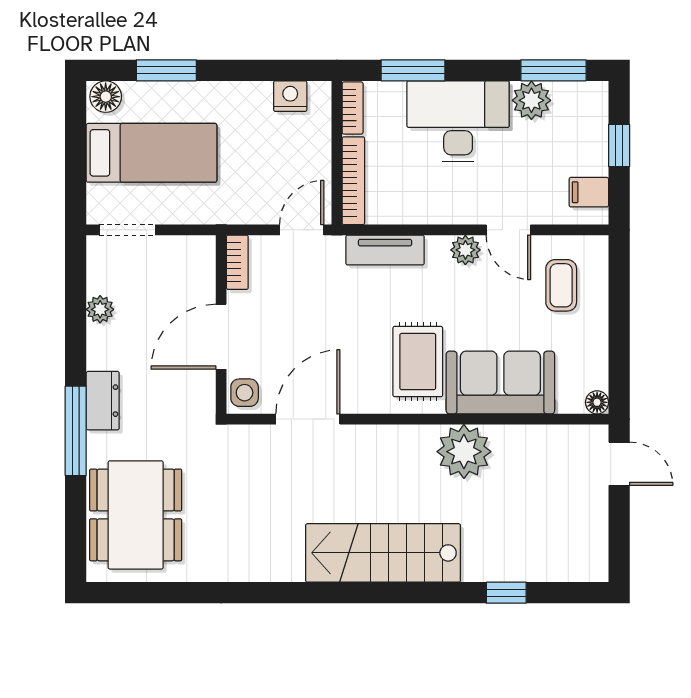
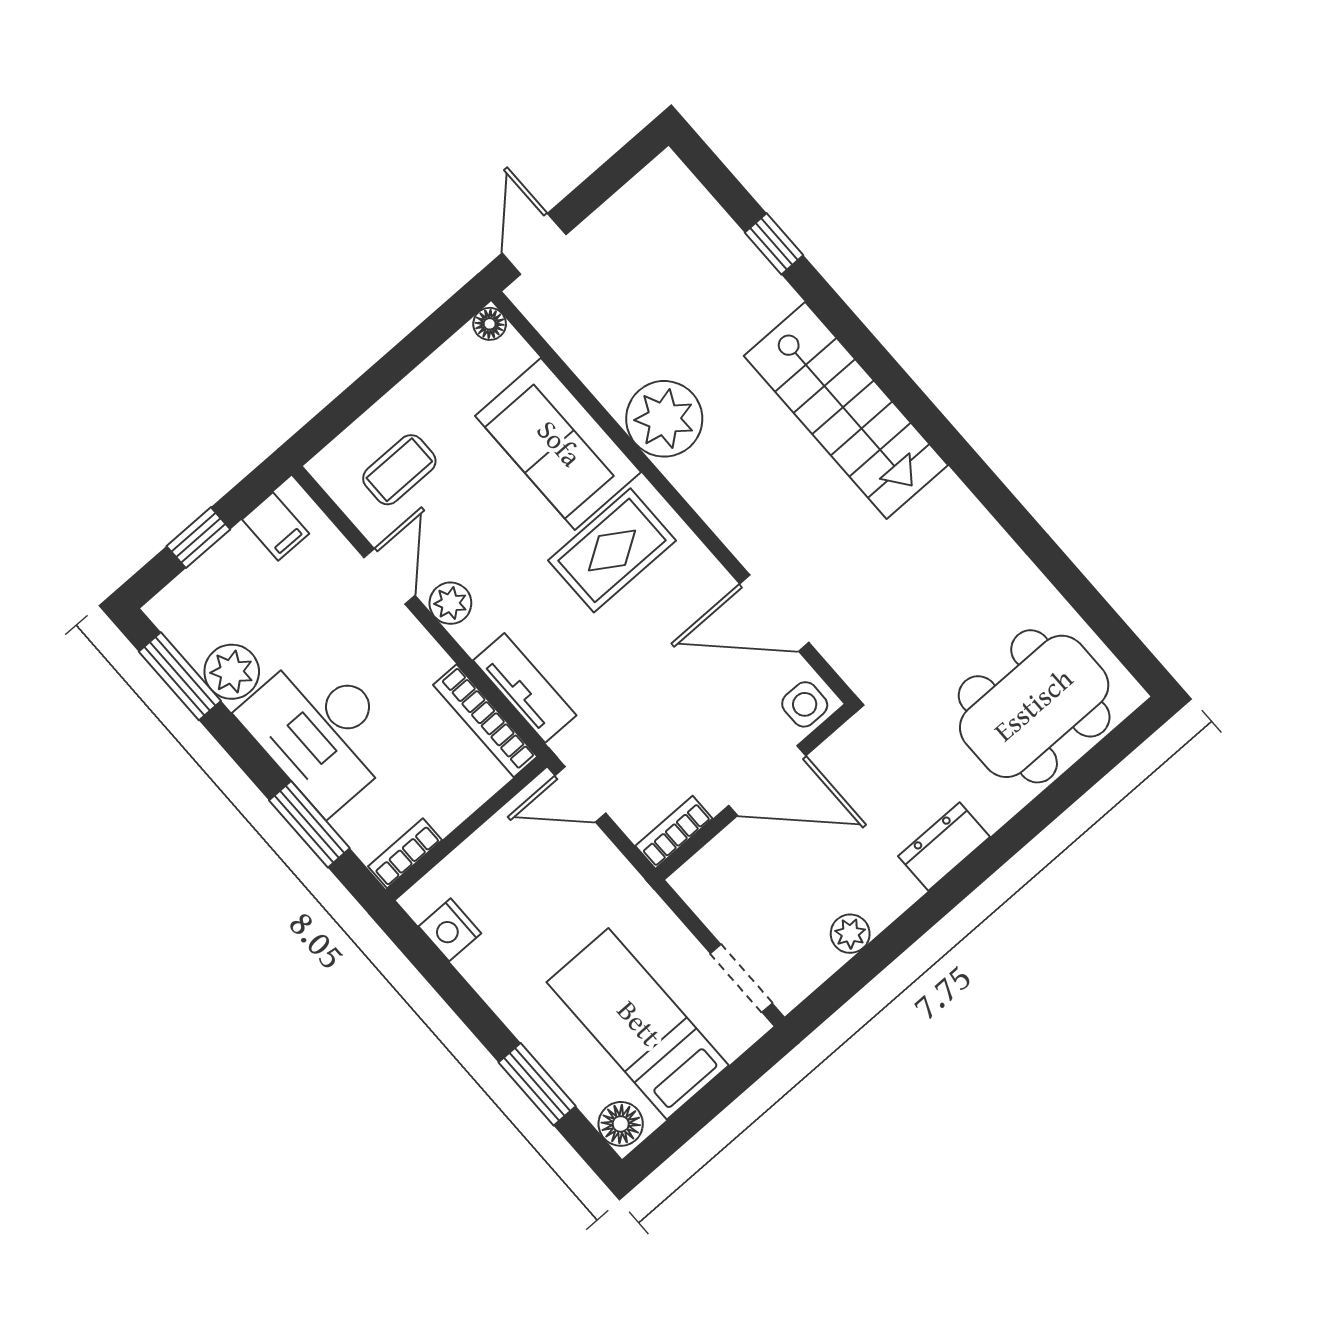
bookcase: (353, 181) -> (485, 721), moved, turned -90
window: (76, 431) -> (1001, 847), removed

